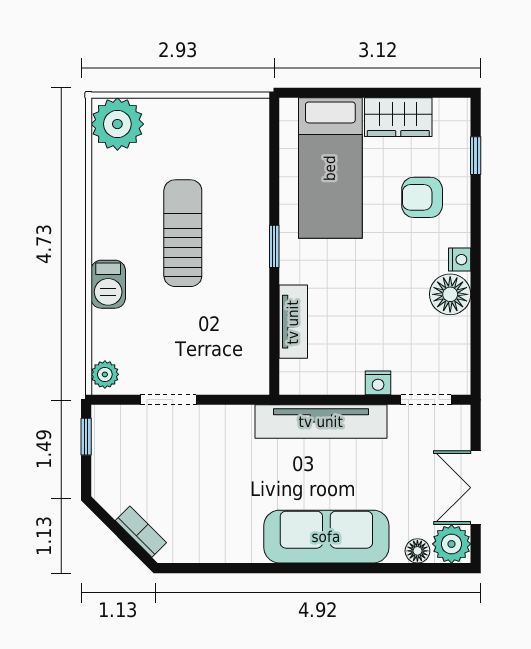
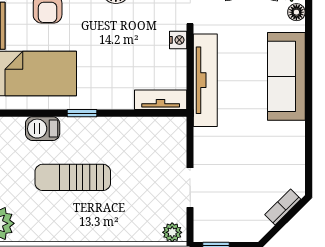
barbecue: (108, 284) -> (43, 129), moved, turned 180
tv unit: (293, 322) -> (161, 100), moved

